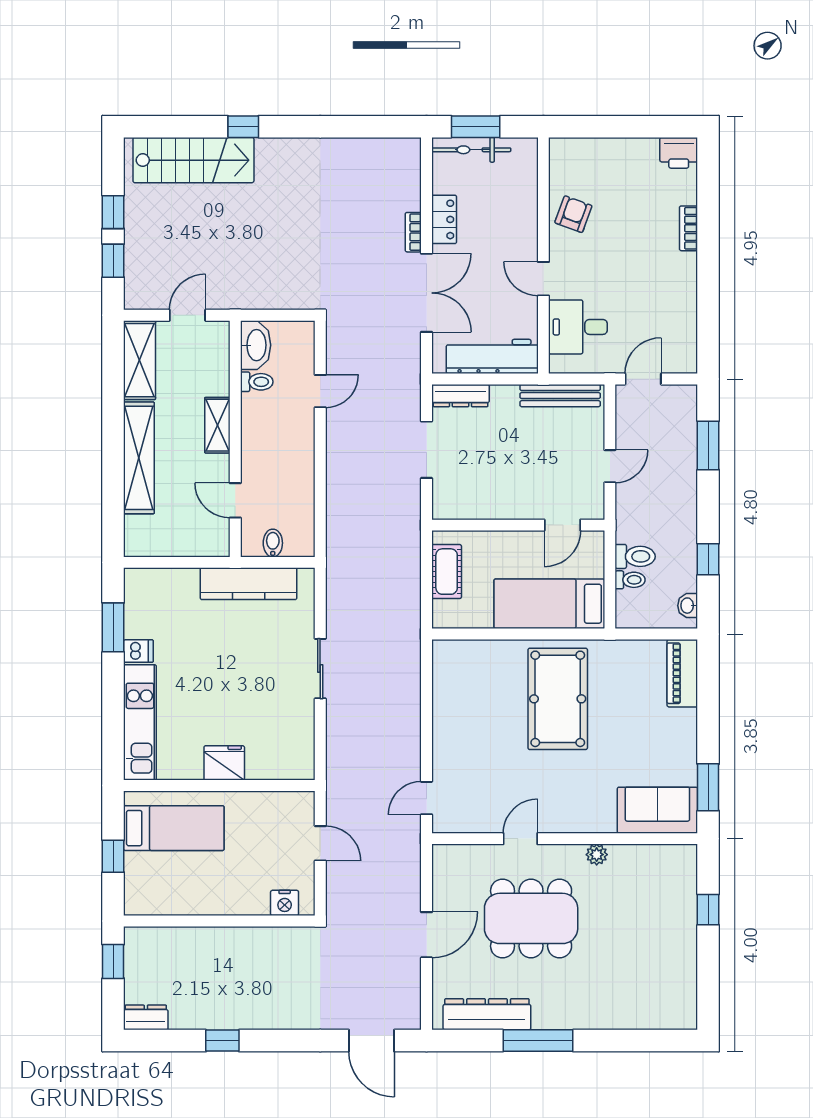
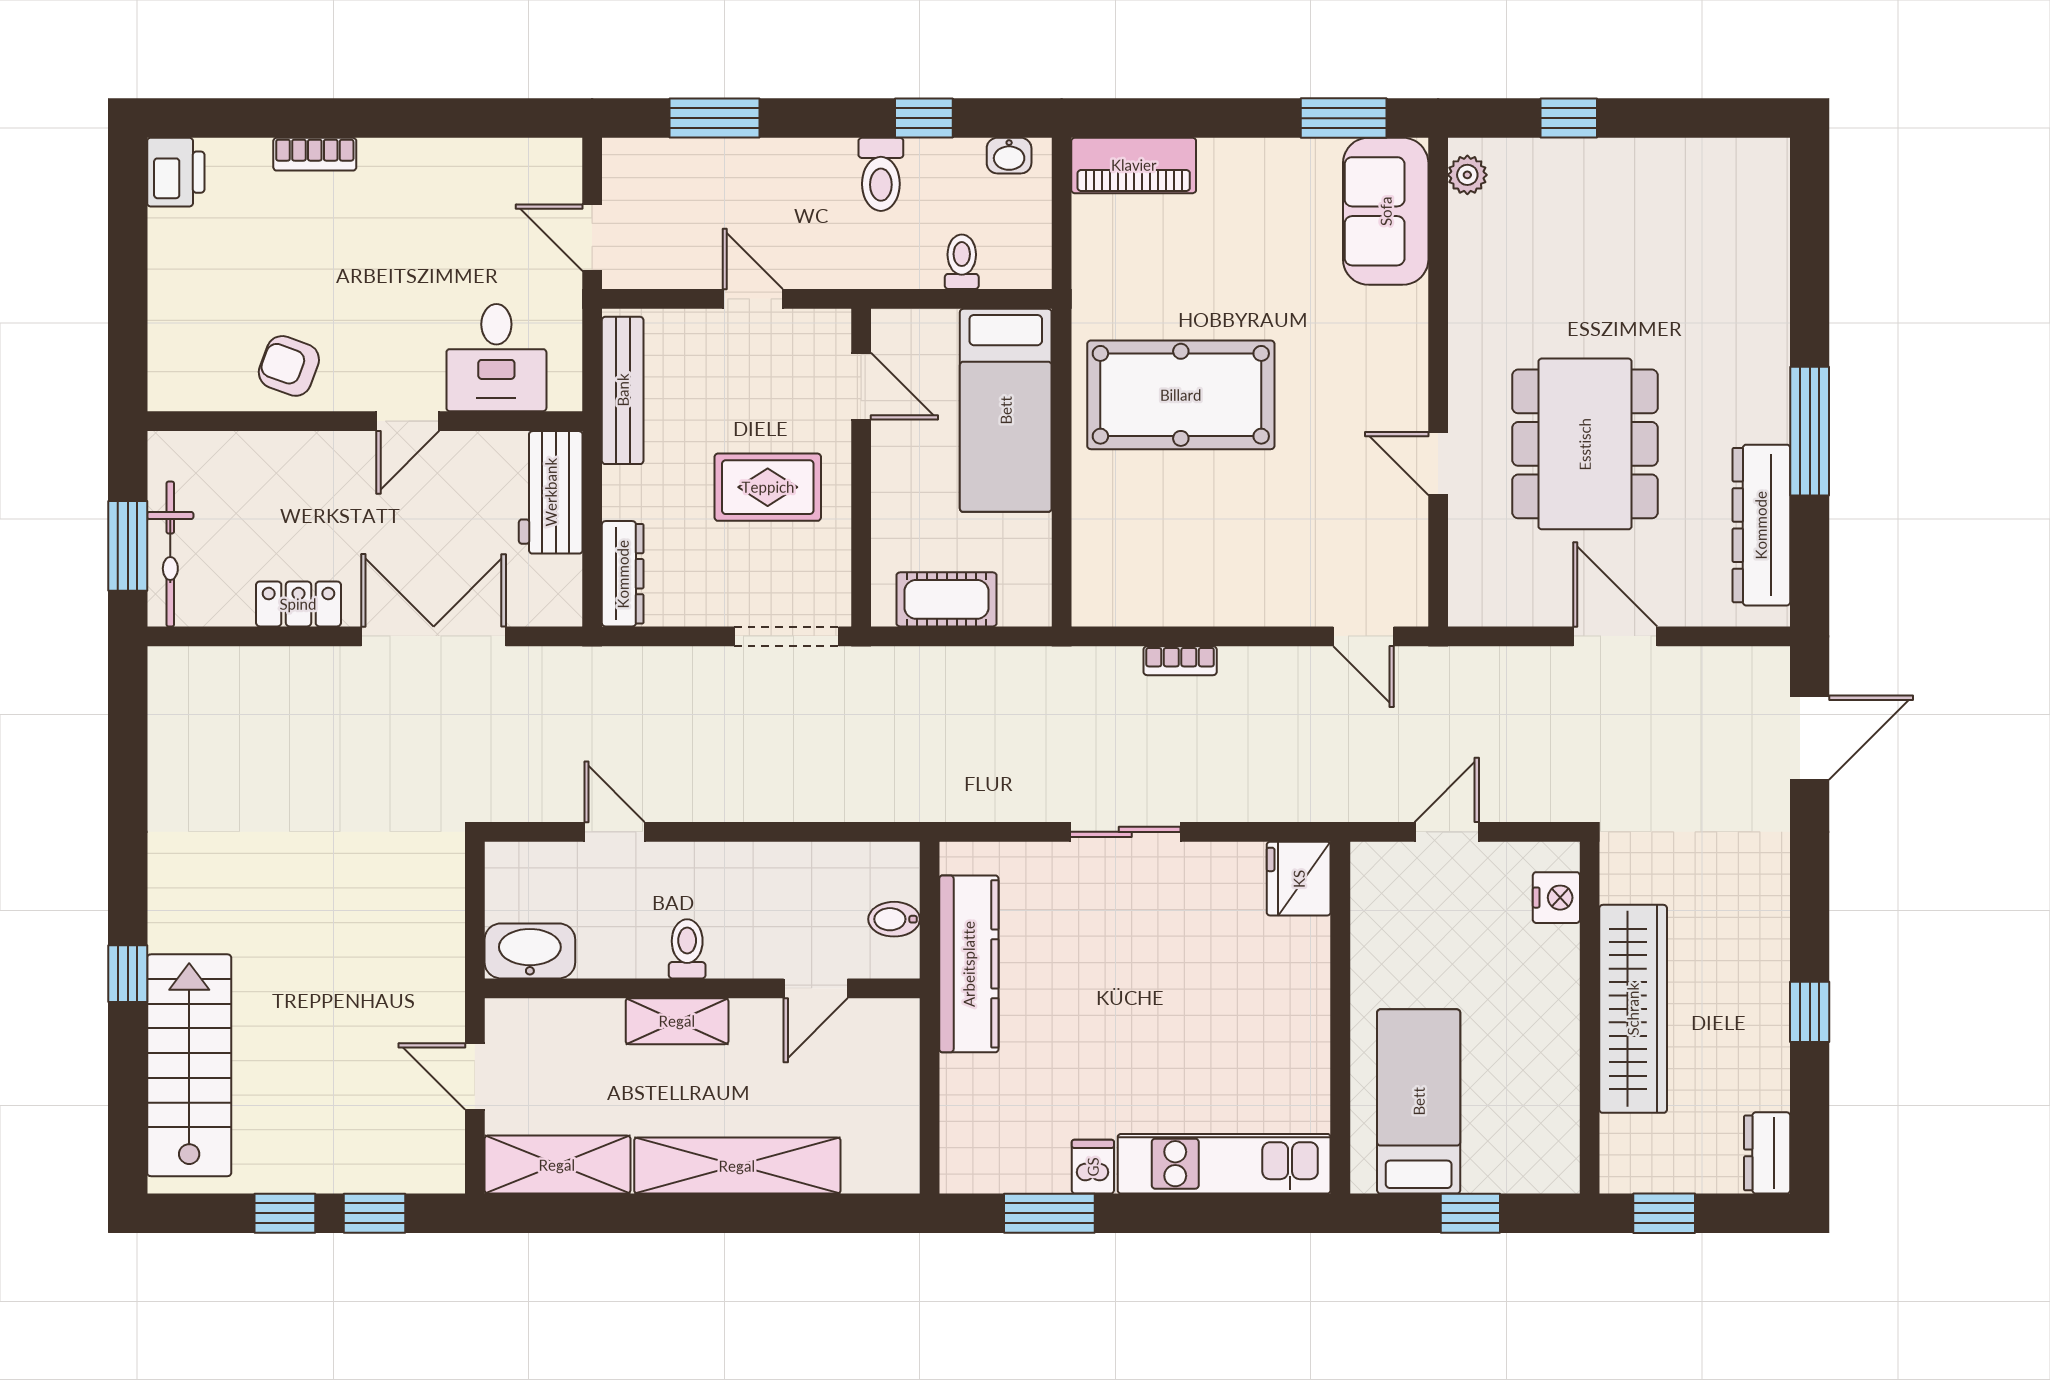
bookcase: (413, 232) -> (1180, 661), moved
workbench: (492, 356) -> (551, 492), width x0.73
toilet: (257, 382) -> (687, 949), moved
doorway: (427, 450) -> (786, 636), moved
rug: (508, 474) -> (768, 487), added
toilet: (635, 556) -> (881, 174), moved, turned 180
fridge: (224, 763) -> (1299, 879), moved
plant: (597, 855) -> (1467, 175), moved
wardrobe: (224, 945) -> (1633, 1009), added

